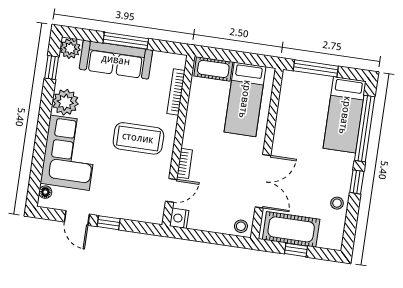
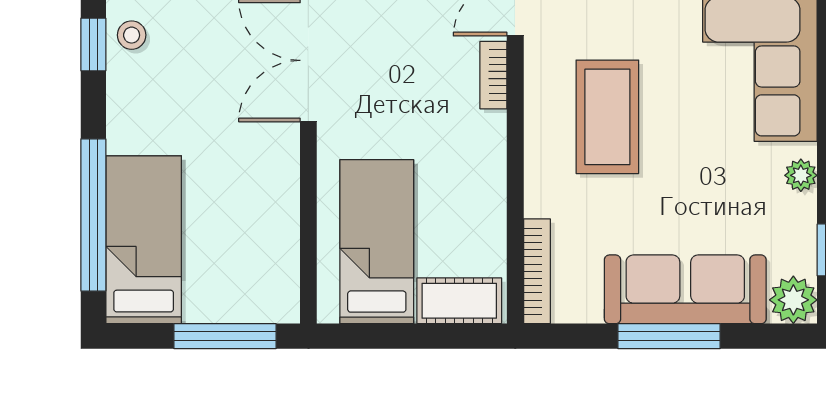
bookcase: (176, 92) -> (537, 271), moved
plant: (65, 102) -> (801, 175), width x0.53, depth x0.53
coffee table: (138, 138) -> (607, 117), turned 90
window: (357, 182) -> (93, 44), moved

